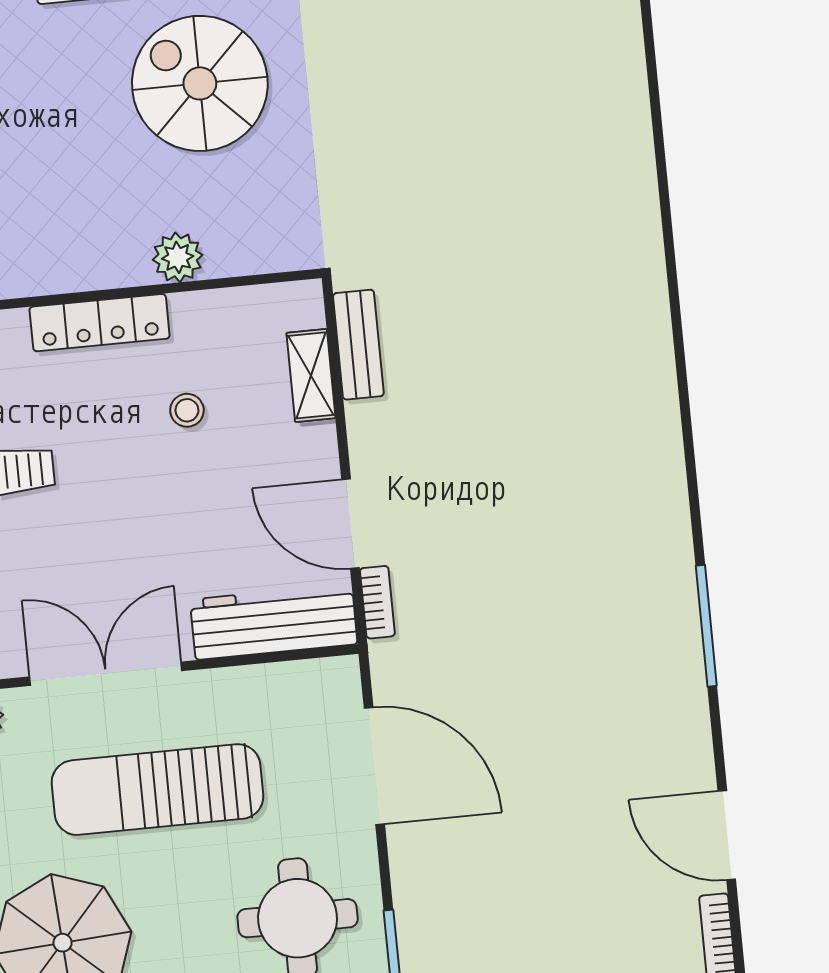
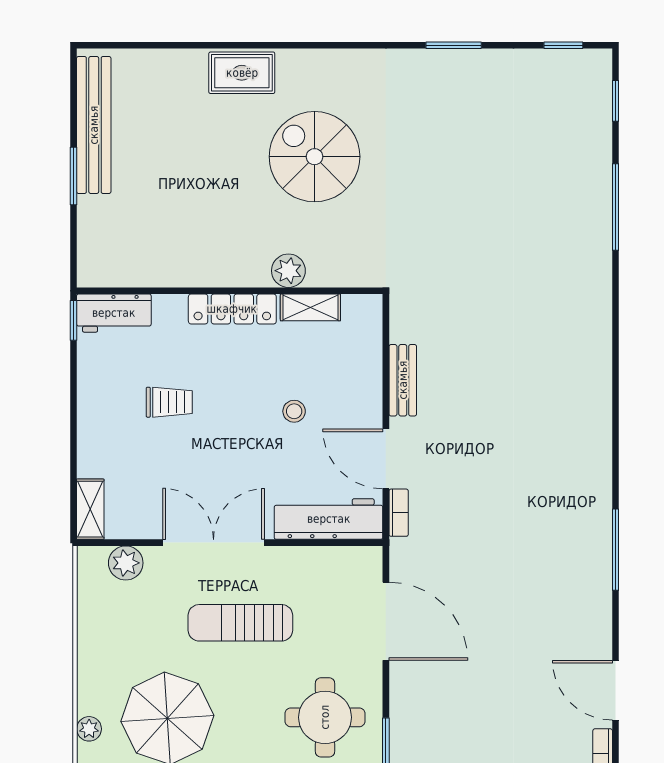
window: (656, 114) -> (615, 207), added
bench: (358, 345) -> (403, 380), moved
shelving: (311, 375) -> (310, 307), moved, turned 90
stool: (187, 410) -> (294, 411), moved
sun lounger: (157, 790) -> (240, 623), width x0.73, depth x0.75

